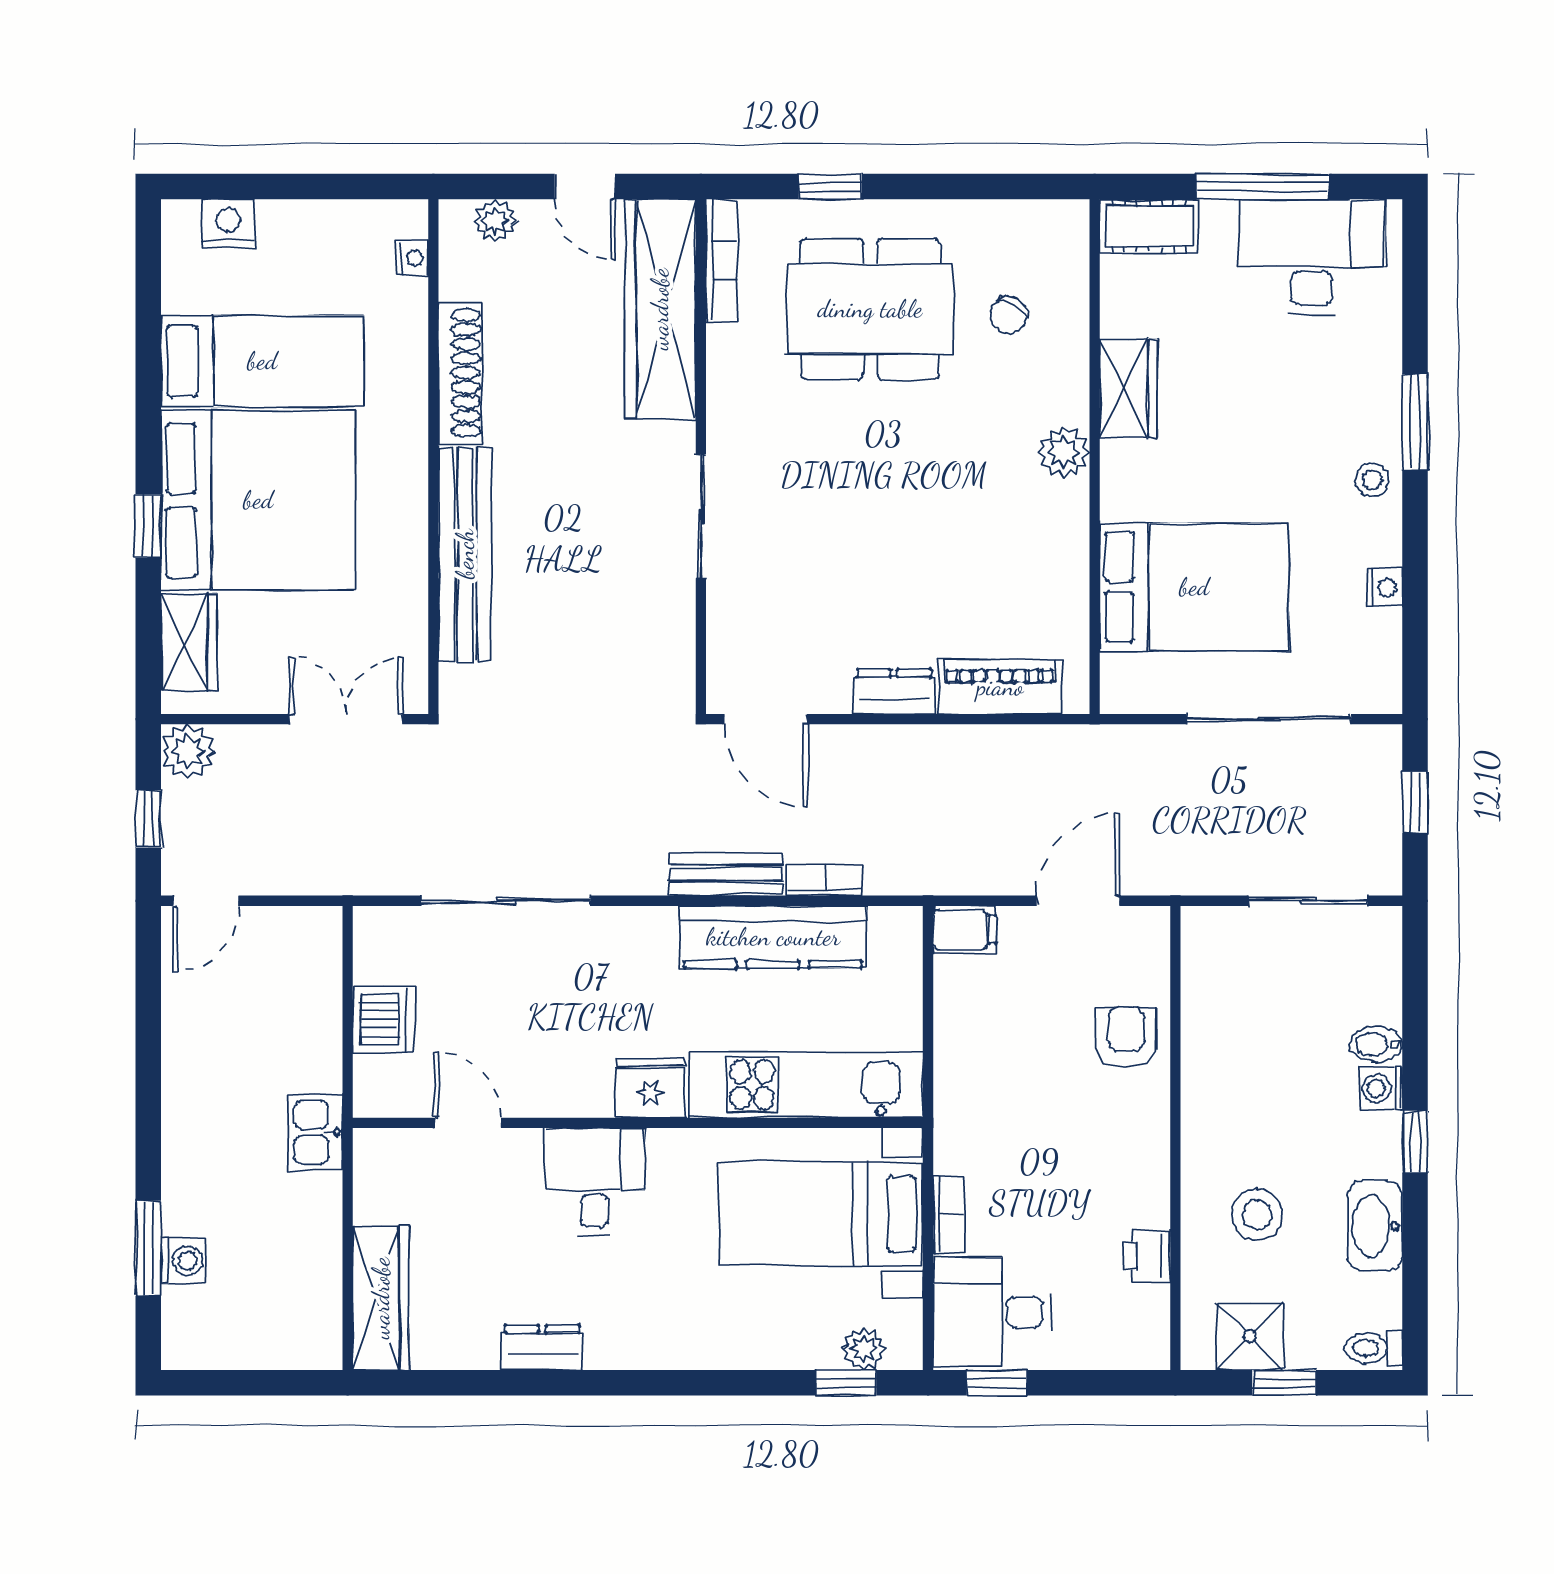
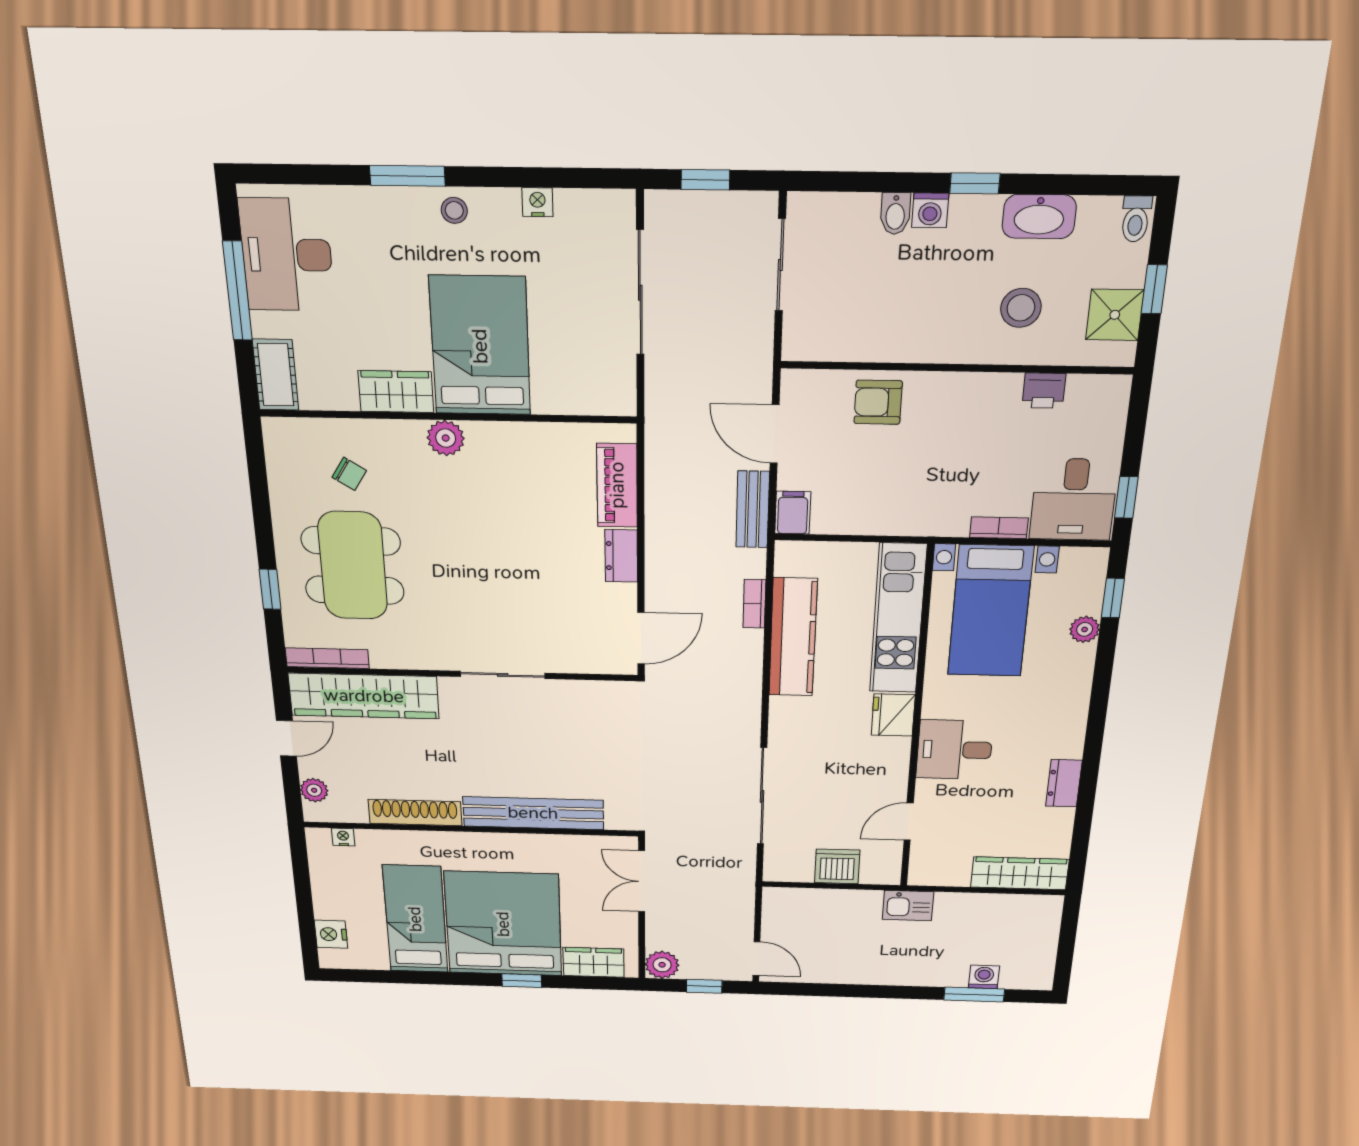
bed: (1194, 587) -> (480, 346), moved
bench: (726, 874) -> (753, 509), moved
plant: (864, 1349) -> (1085, 629), moved

